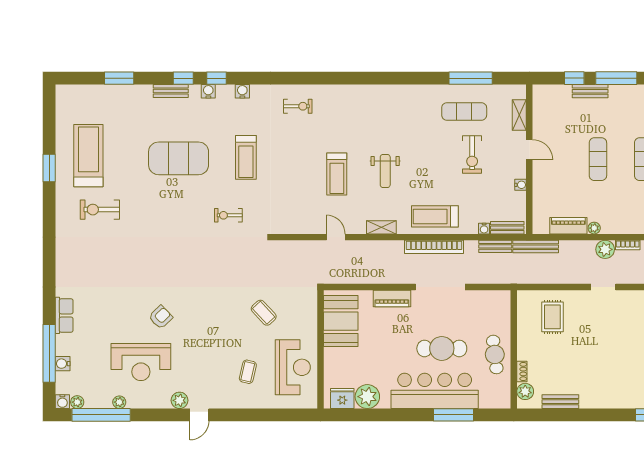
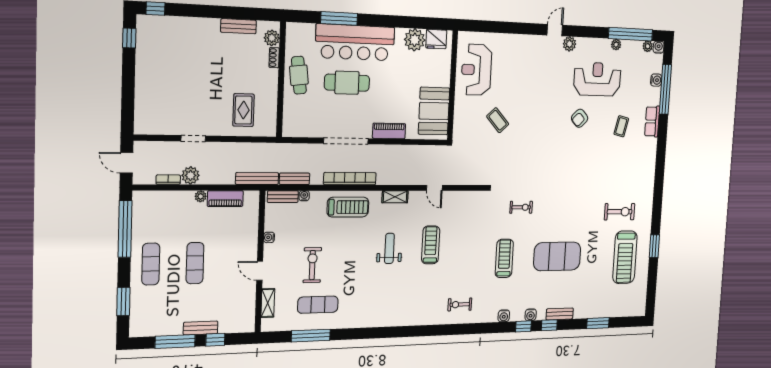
coffee table: (248, 372) -> (621, 126), moved

